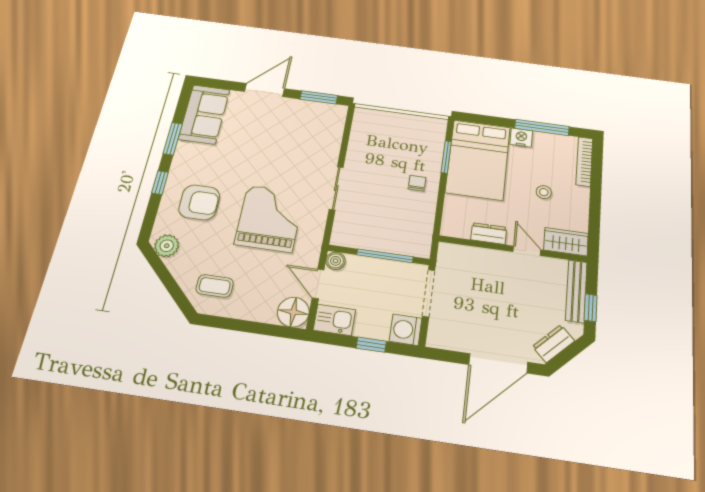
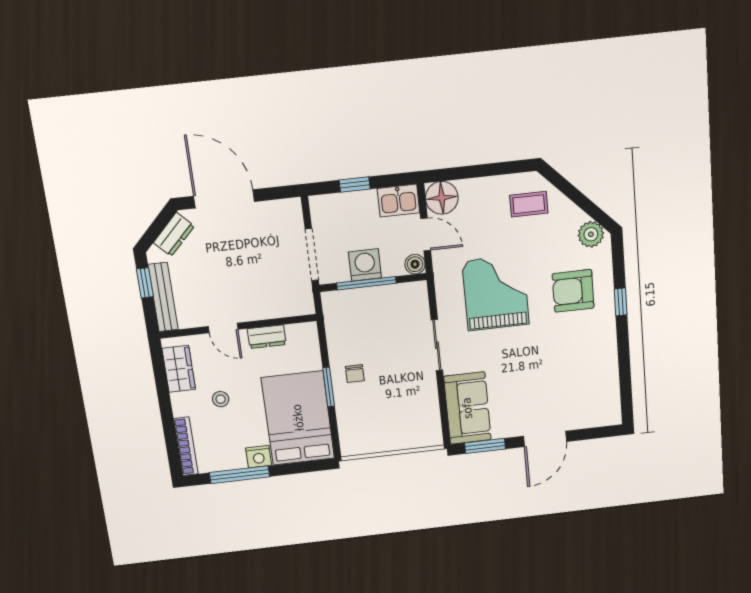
sofa: (204, 114) -> (467, 408), moved, turned 180
window: (173, 139) -> (624, 355), removed
window: (446, 157) -> (329, 387), moved
grand piano: (270, 218) -> (496, 293), turned 180
wardrobe: (566, 242) -> (179, 369), moved, turned -90
washing machine: (406, 330) -> (365, 265), moved, turned -90
door: (498, 363) -> (224, 199), hinge flipped

